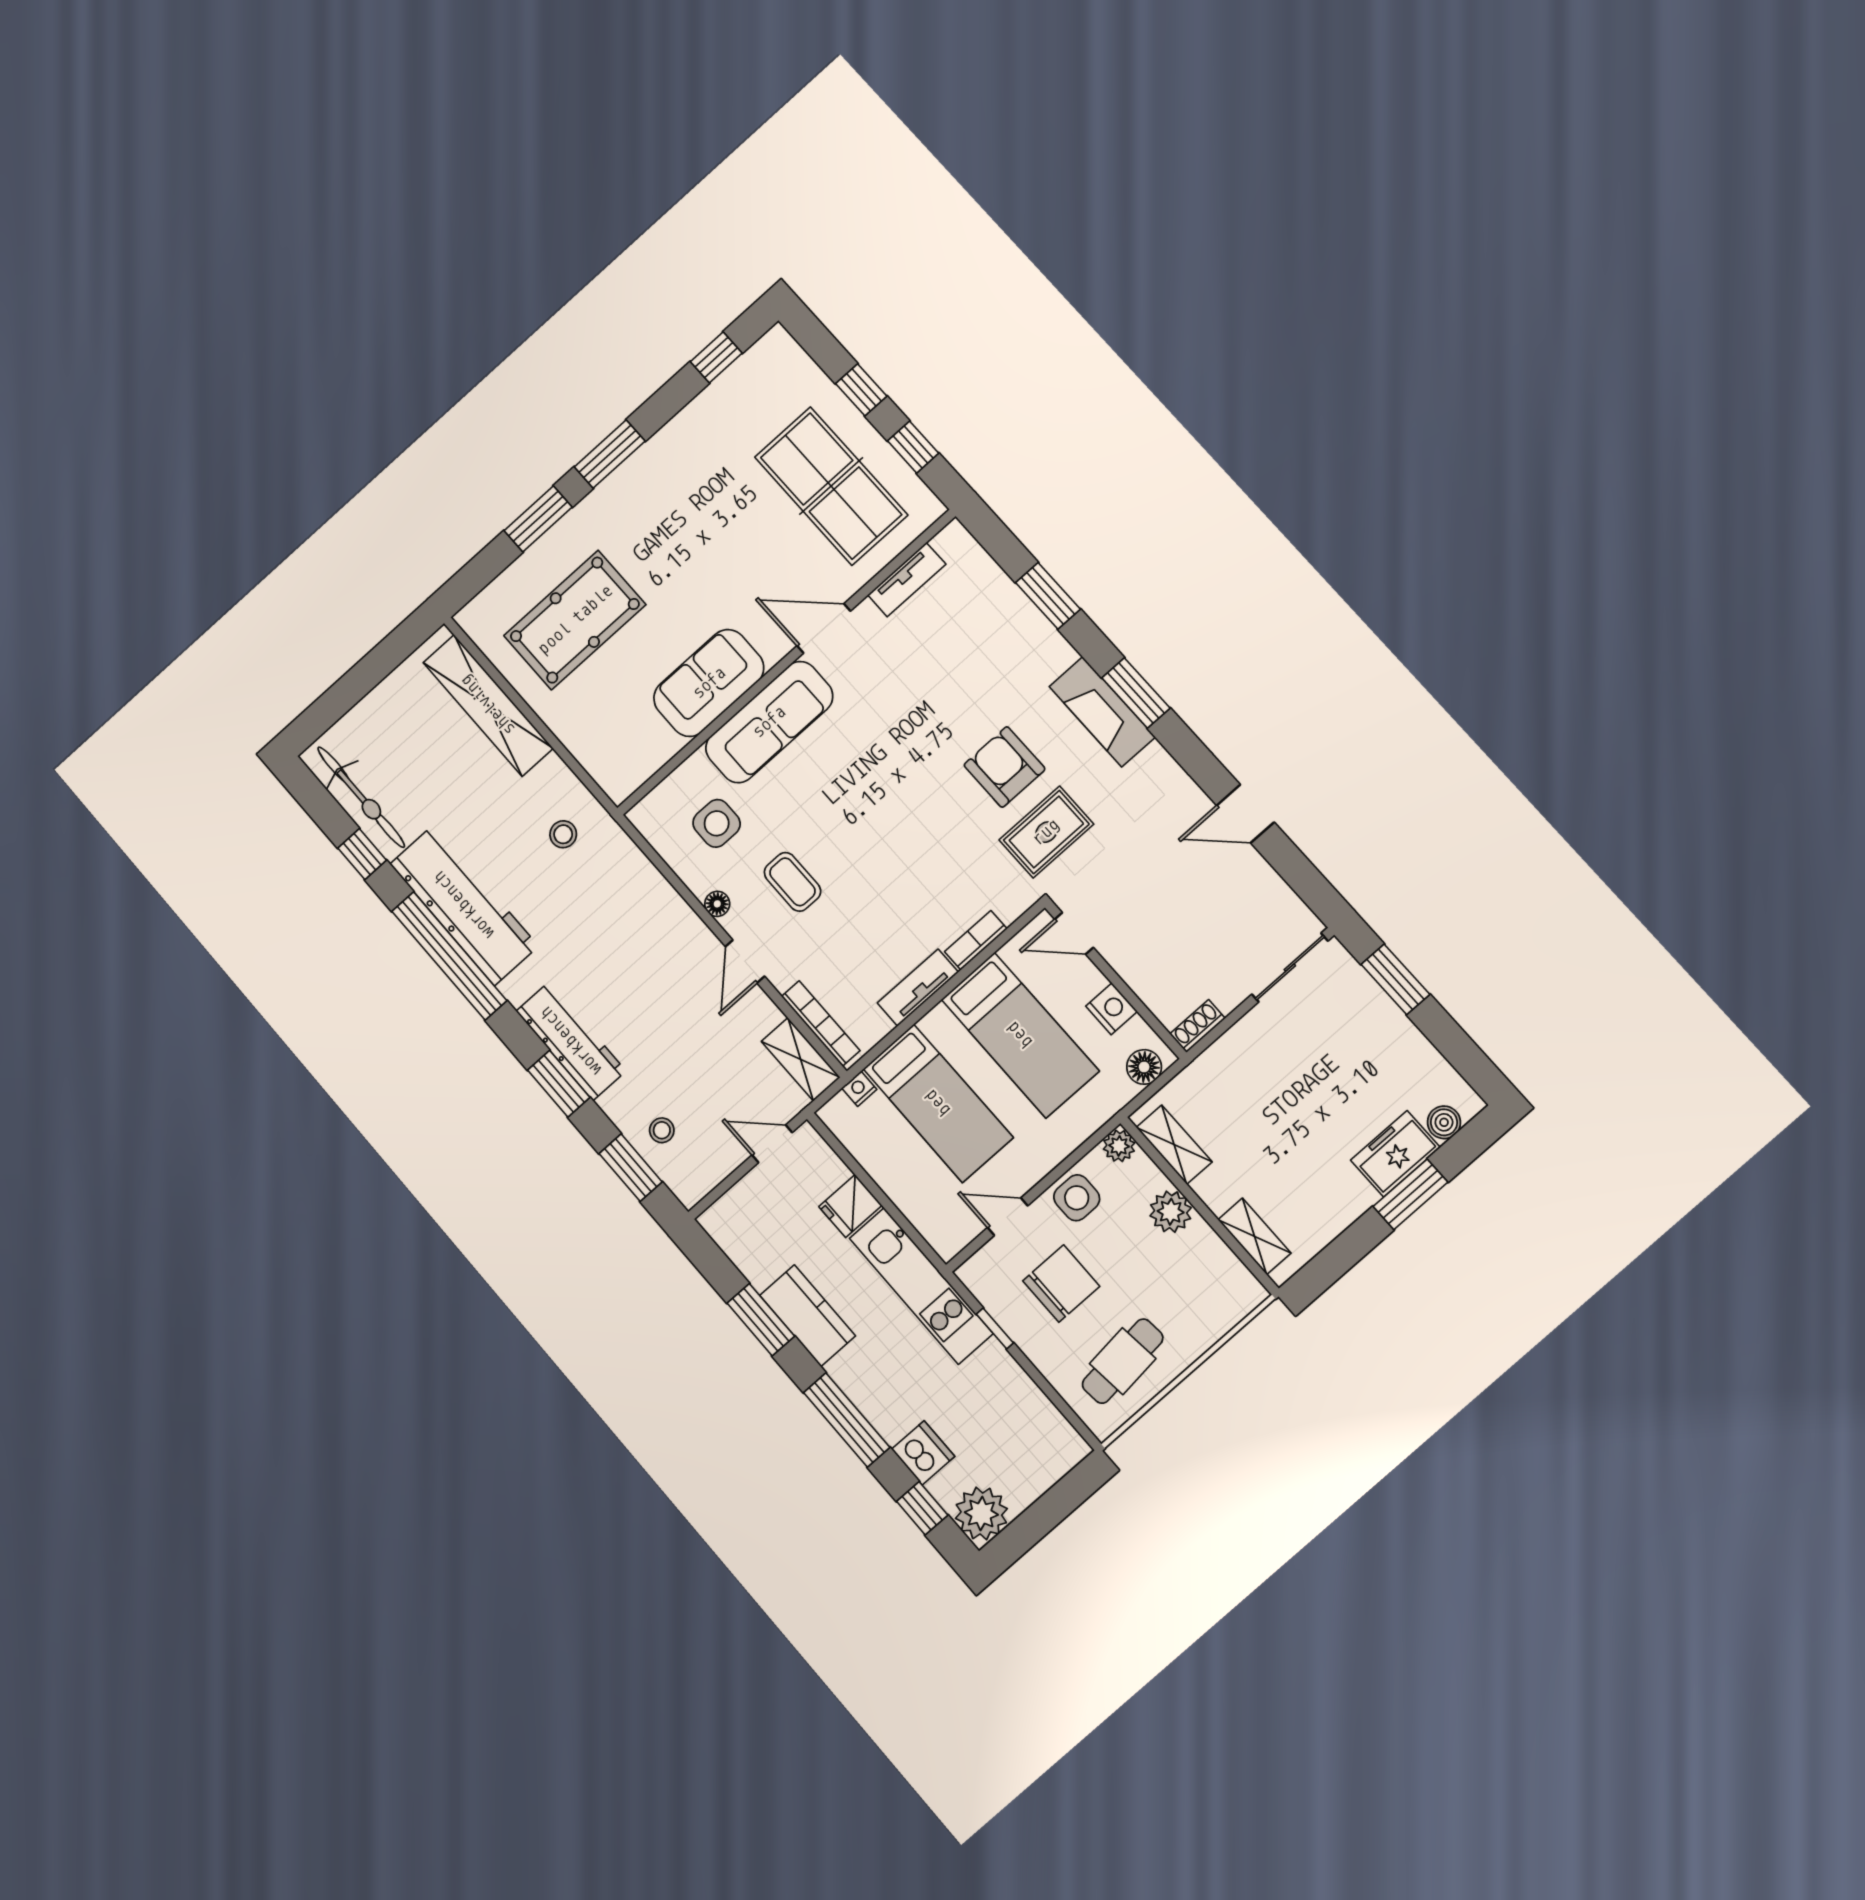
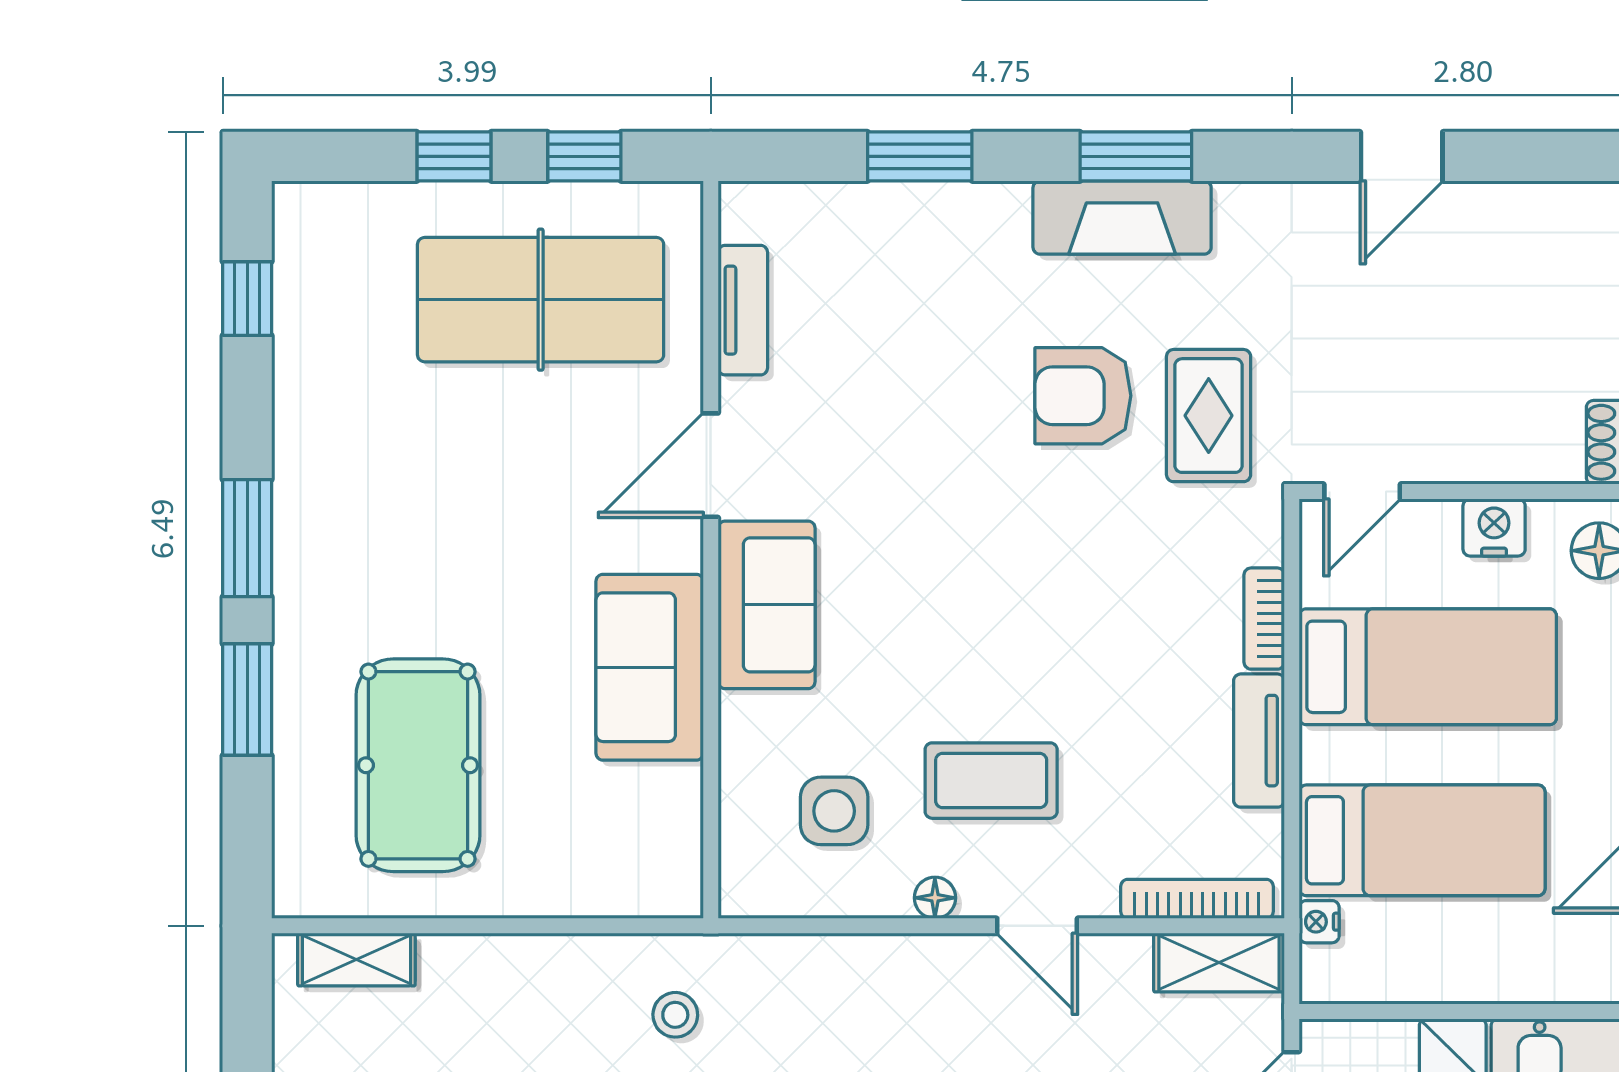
shelving: (488, 705) -> (356, 960), width x0.45, depth x0.75
sofa: (769, 722) -> (767, 605), width x0.73
coffee table: (792, 882) -> (991, 781), width x1.36, depth x1.30

